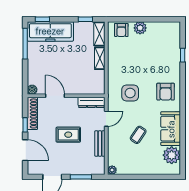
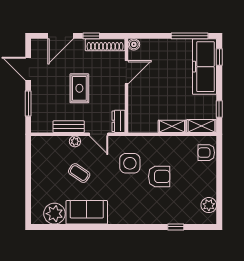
plant: (140, 28) -> (209, 205), moved
armchair: (166, 92) -> (159, 176), moved, turned 180
dresser: (91, 102) -> (118, 121), width x0.70
plant: (112, 170) -> (75, 141), moved

